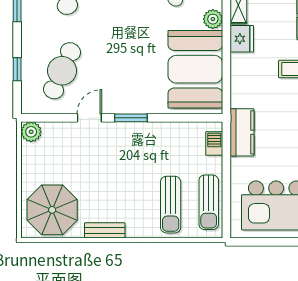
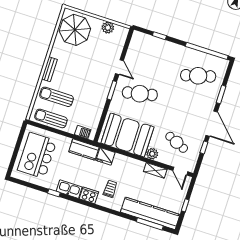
fridge: (242, 39) -> (106, 156), moved
cafe table: (62, 71) -> (140, 94), moved, turned -36
plant: (31, 132) -> (108, 28), moved
bench: (105, 230) -> (50, 69), moved

